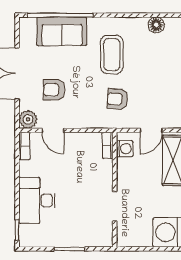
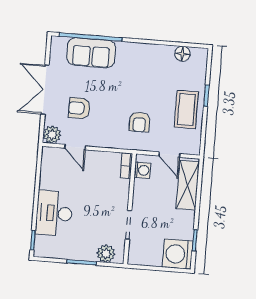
coffee table: (112, 55) -> (186, 109), moved
armchair: (117, 99) -> (139, 122), turned -94
door: (151, 130) -> (169, 155), hinge flipped
bookcase: (24, 146) -> (46, 160), removed
plant: (94, 238) -> (106, 254), added

